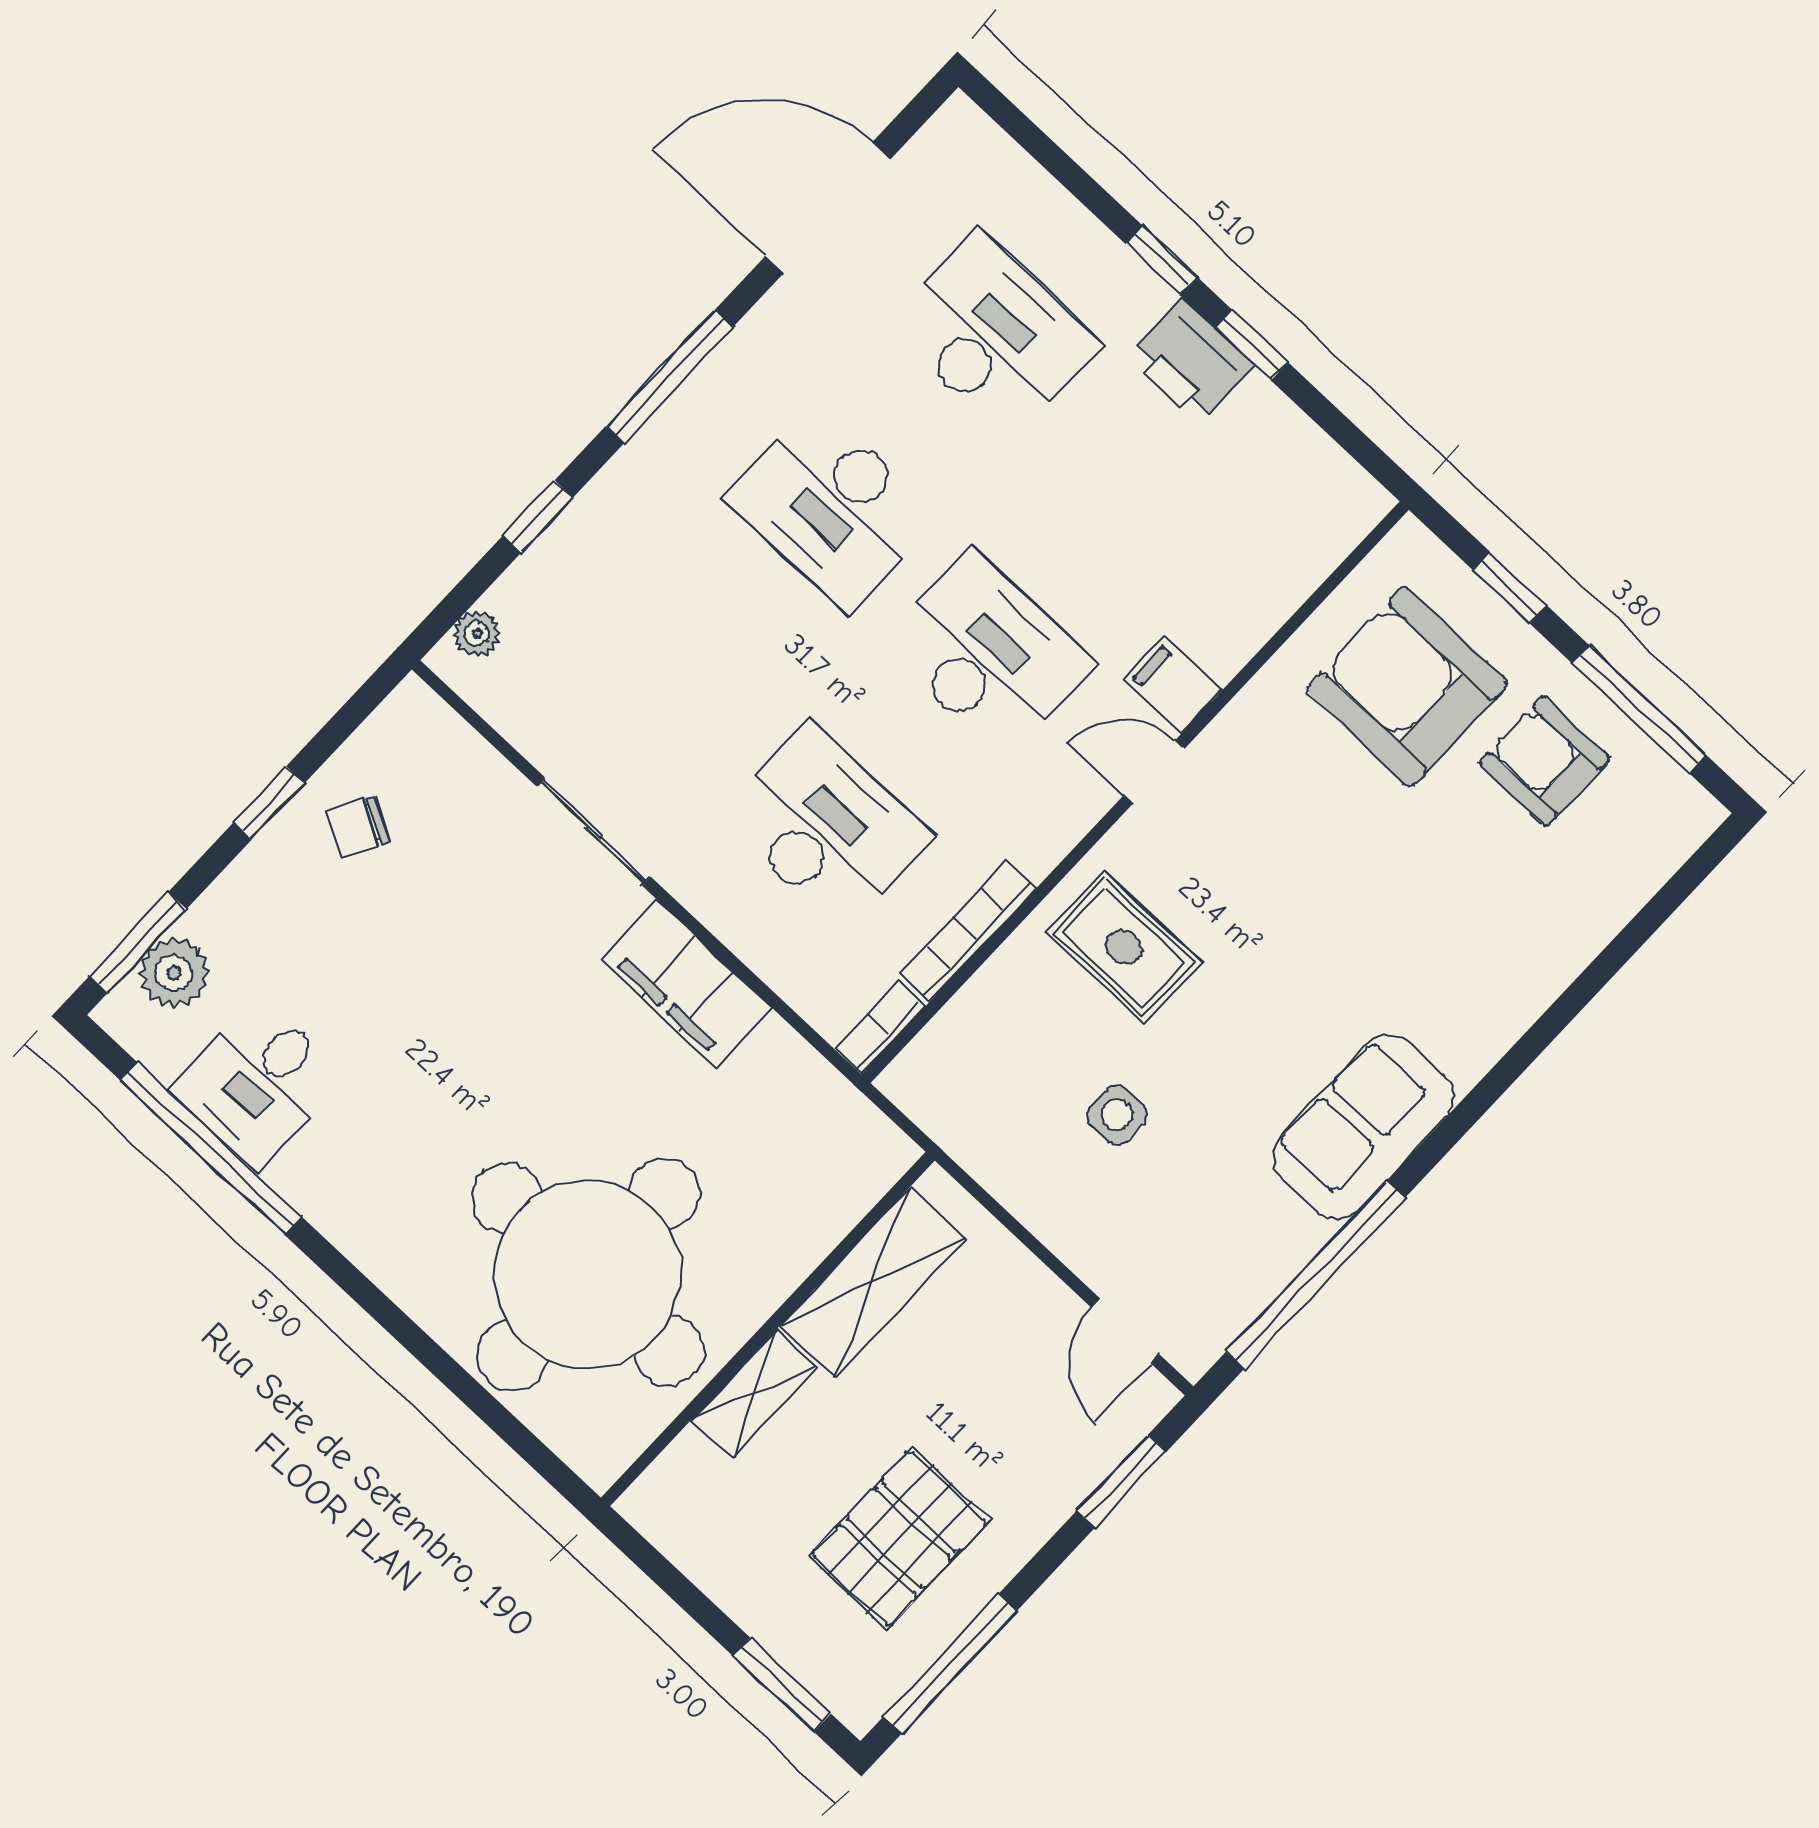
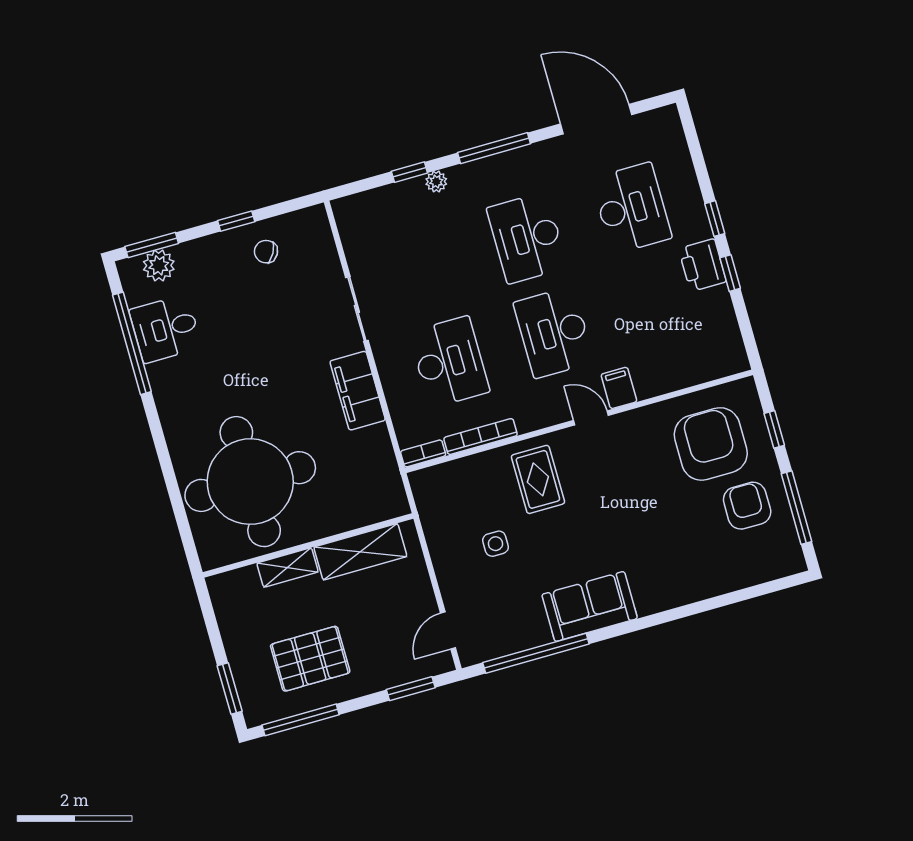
plant: (477, 634) -> (436, 182), moved
desk: (988, 654) -> (554, 332), turned 180

